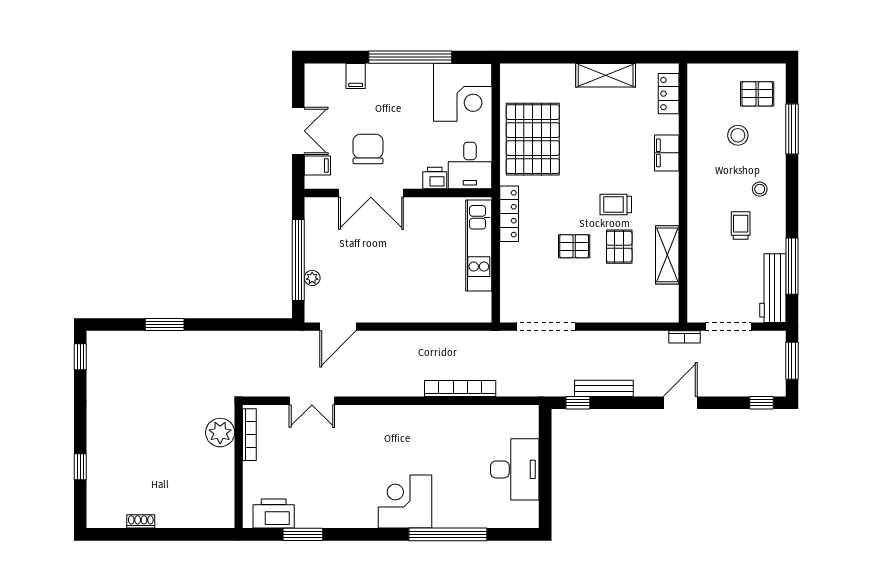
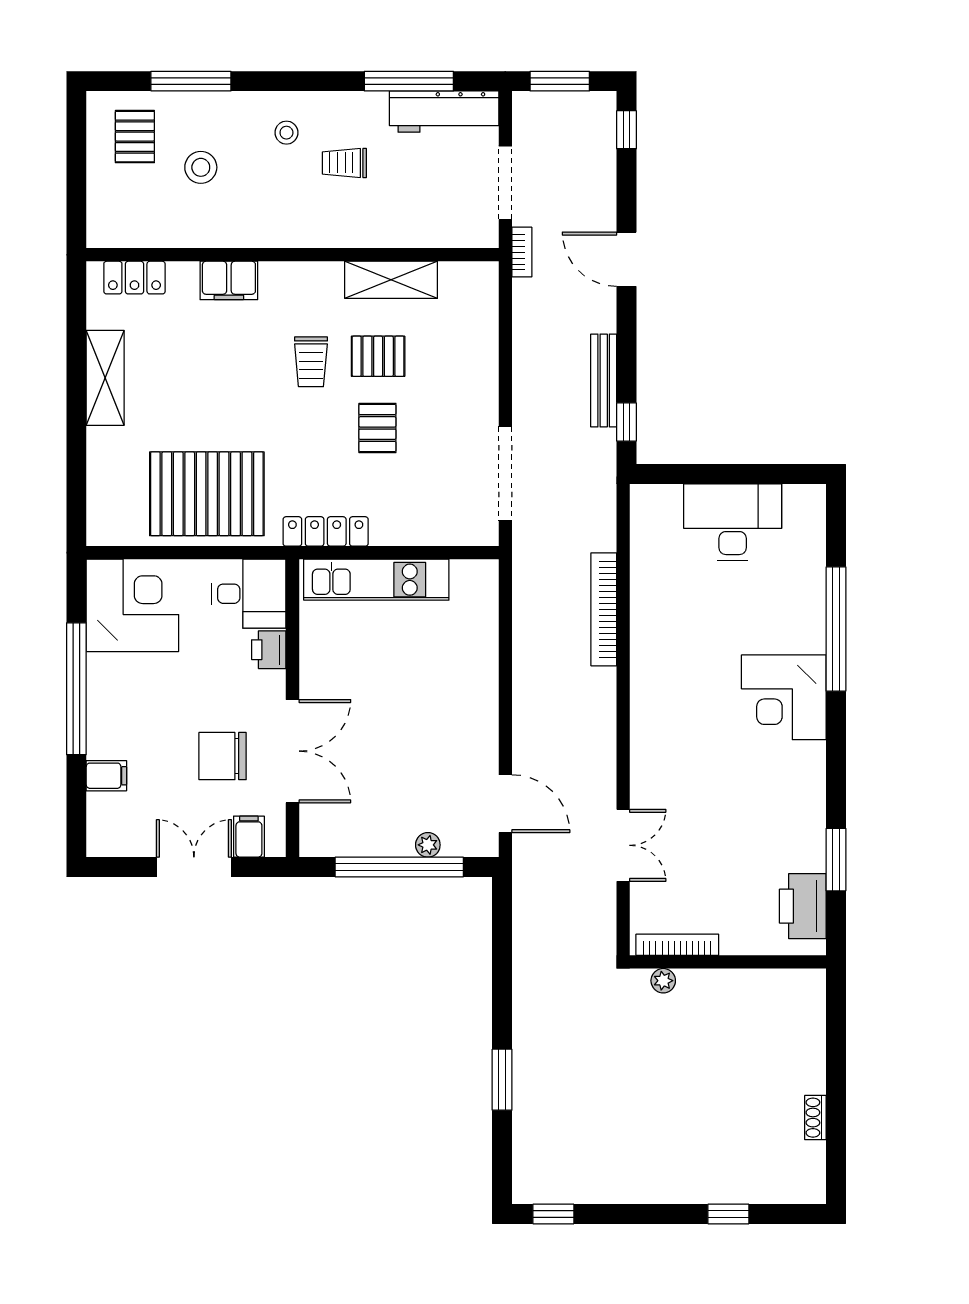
plant: (220, 433) -> (663, 981), width x0.53, depth x0.53

